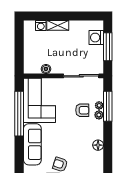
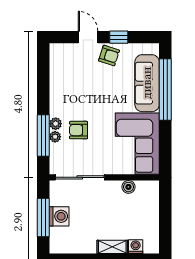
washing machine: (96, 38) -> (59, 216), moved
window: (19, 114) -> (165, 90), moved
floor lamp: (98, 145) -> (57, 82), removed

